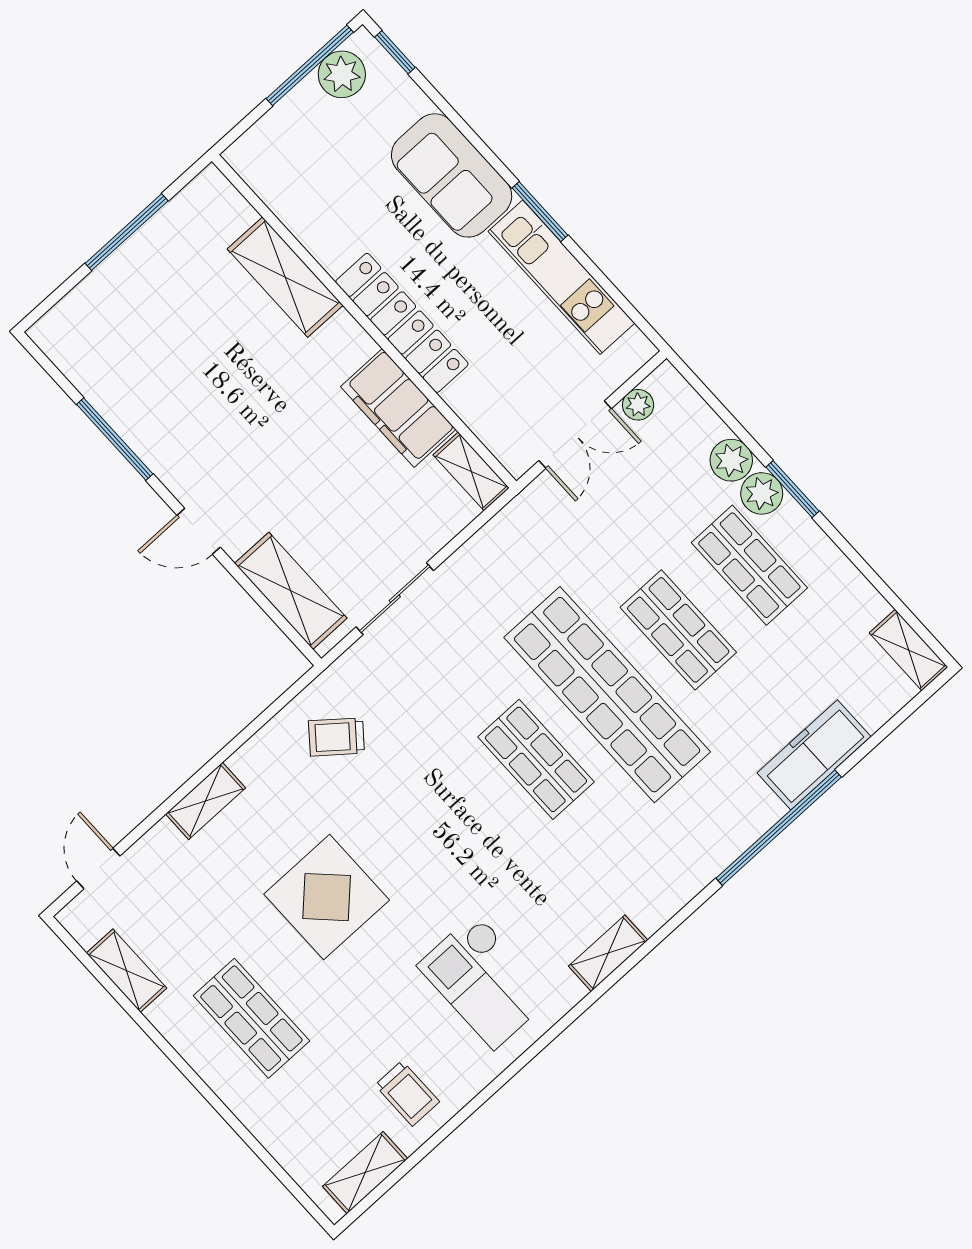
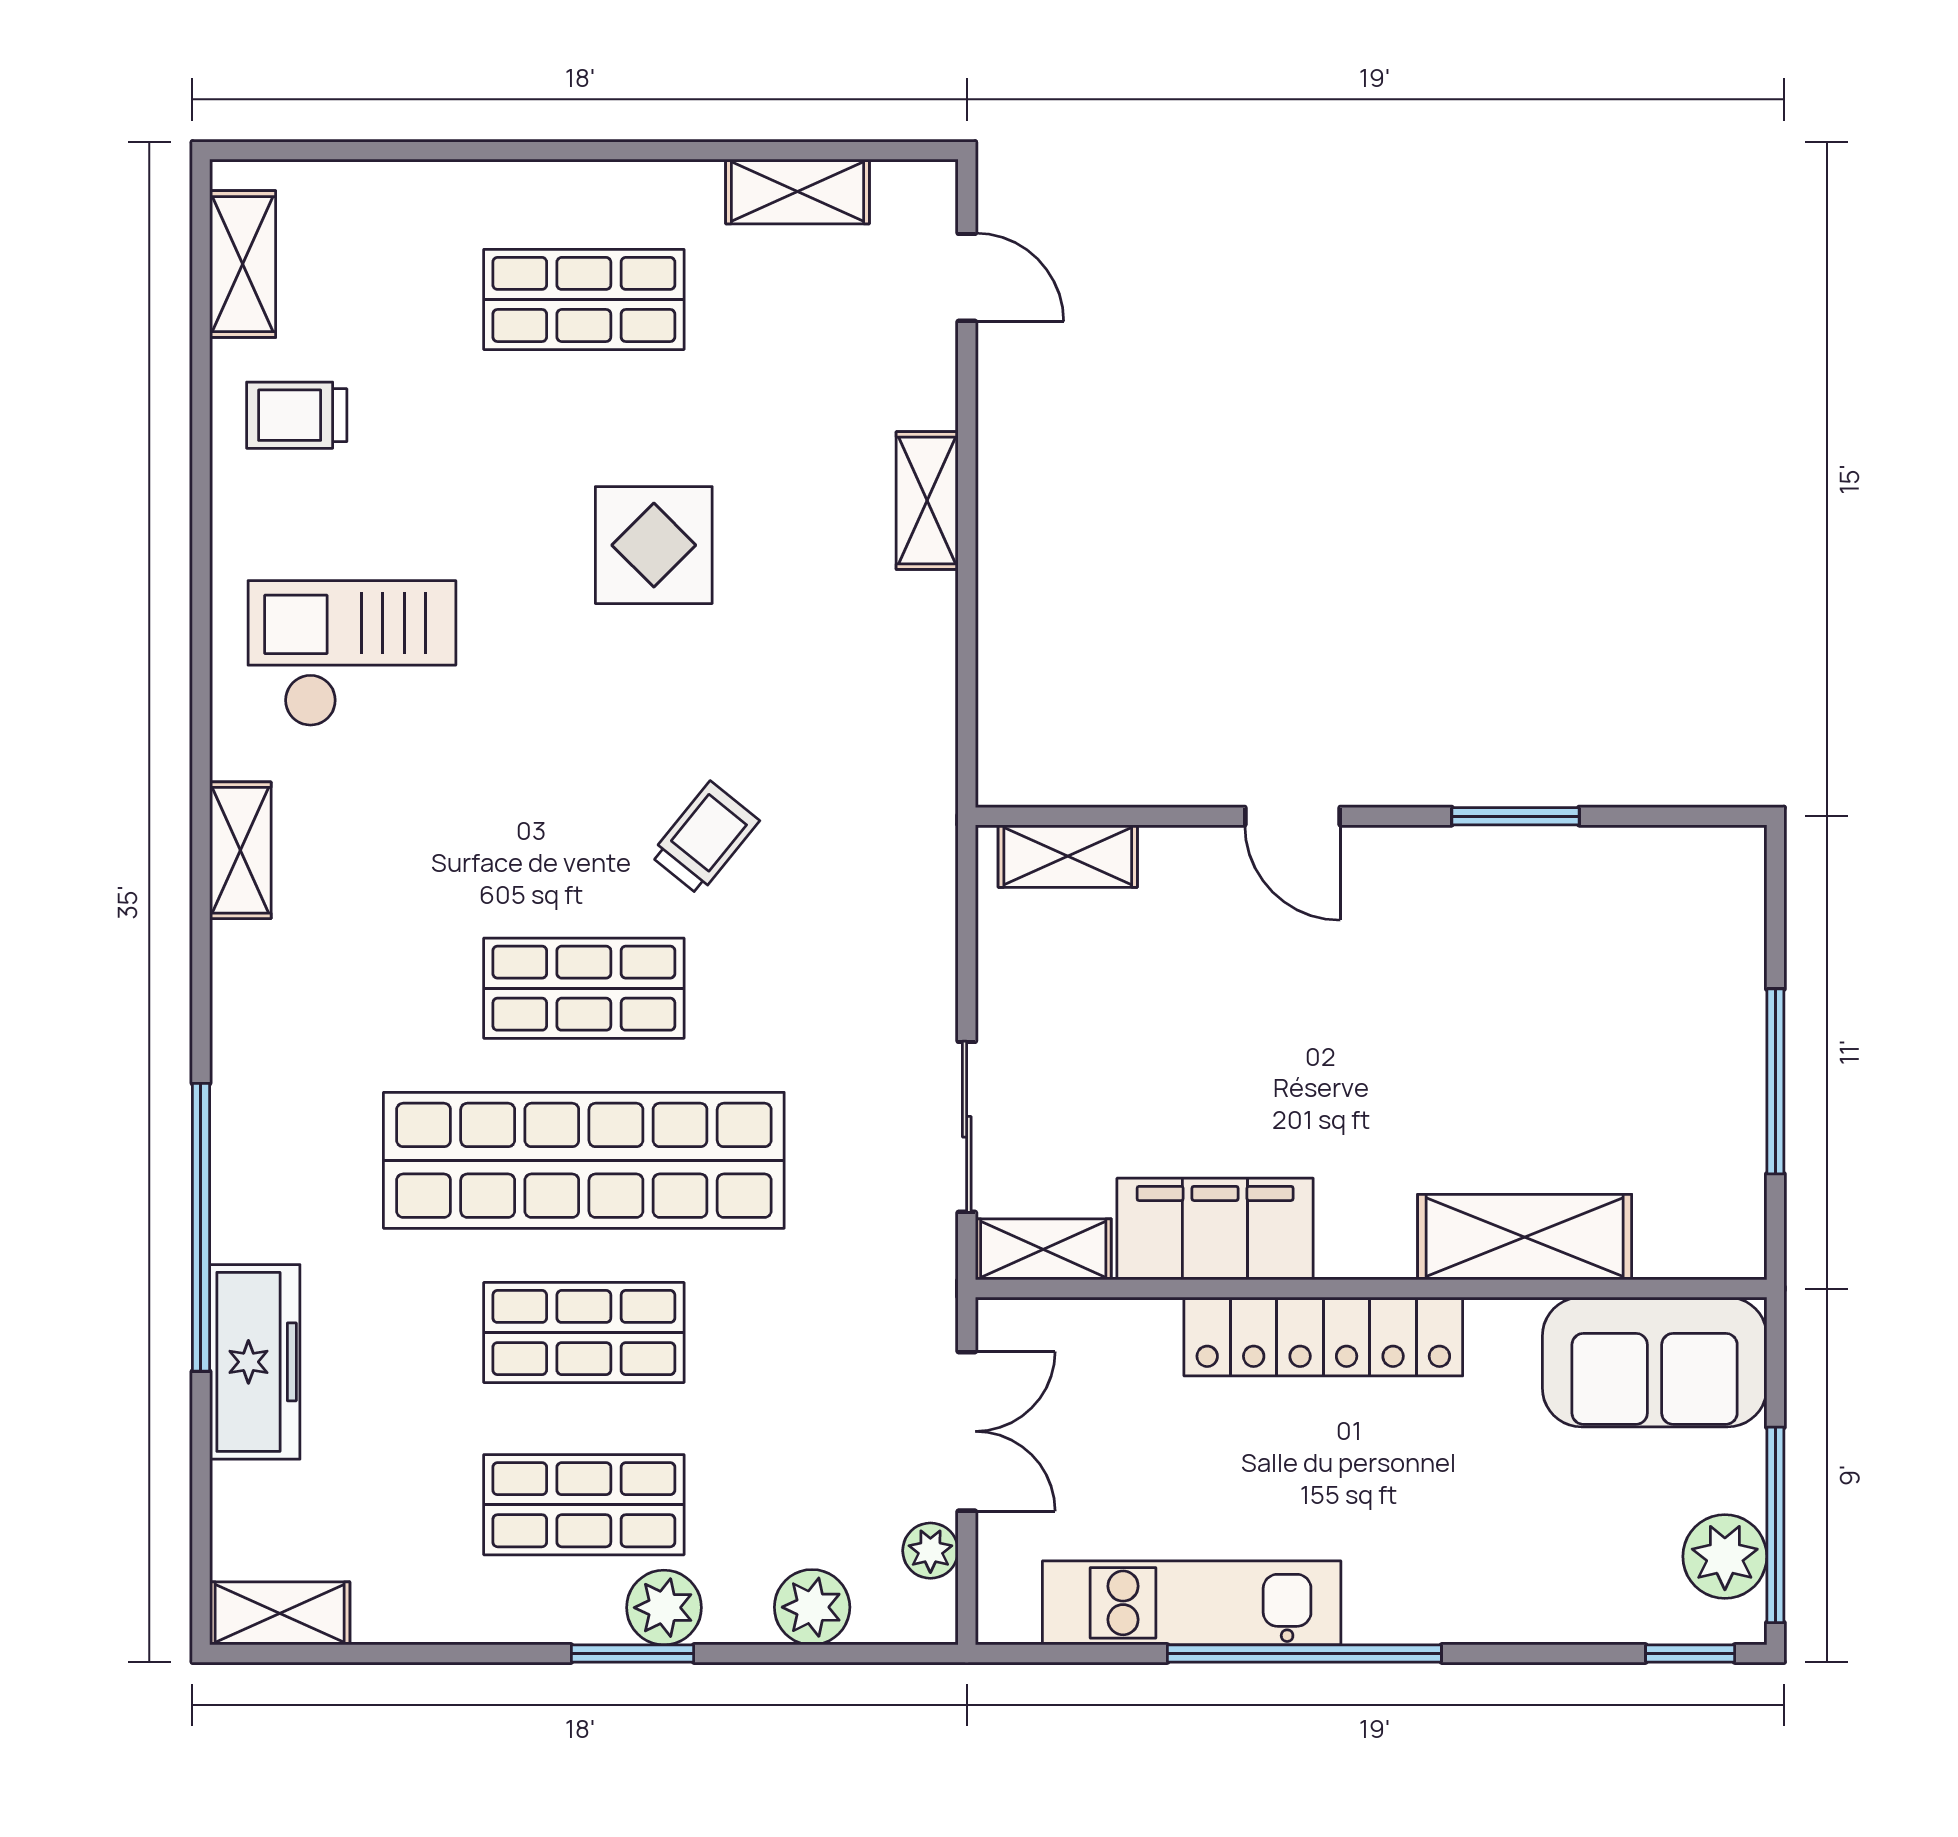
sofa: (452, 175) -> (1655, 1362), moved, turned 180
window: (540, 212) -> (1304, 1653), width x2.11
double door: (575, 435) -> (967, 1431), swing flipped
window: (115, 439) -> (1515, 816), width x0.69
plant: (731, 460) -> (812, 1607), moved
door: (199, 531) -> (1292, 816), swing flipped
shelving: (291, 591) -> (1068, 856), width x0.67, depth x0.75
sliding door: (395, 599) -> (967, 1127), moved
trolley: (336, 737) -> (705, 838), moved
display table: (327, 897) -> (654, 545), width x0.73, depth x0.73

